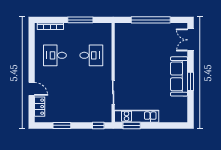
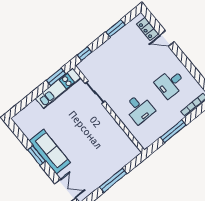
window: (151, 20) -> (113, 180), width x0.68
desk: (55, 55) -> (170, 83), turned 180
desk: (91, 55) -> (139, 109), turned -90

